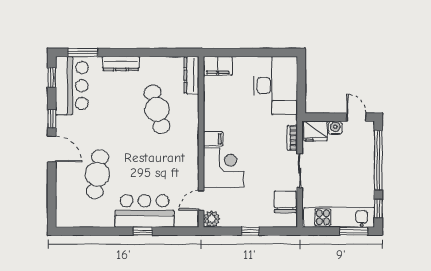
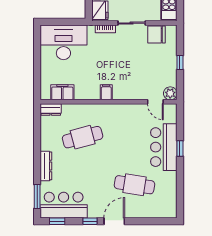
filing cabinet: (218, 66) -> (62, 92), moved, turned -90
dresser: (191, 75) -> (51, 110), width x0.70
corner desk: (223, 167) -> (129, 84), removed

